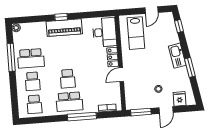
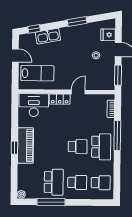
kitchen sink: (177, 56) -> (48, 36), moved
door: (121, 75) -> (78, 92), swing flipped

